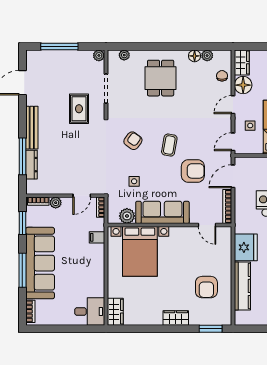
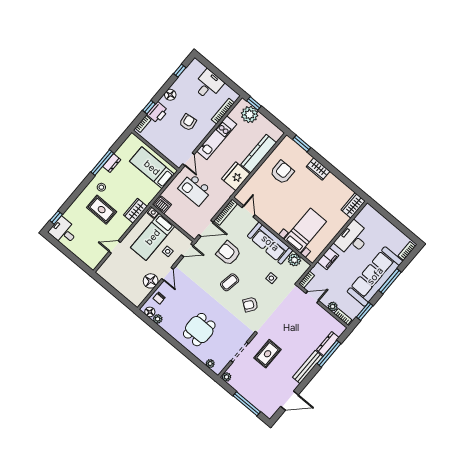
floor lamp: (195, 56) -> (150, 312), moved
wardrobe: (242, 63) -> (139, 296), removed
door: (233, 105) -> (167, 274), hinge flipped
filing cabinet: (97, 237) -> (328, 259), width x2.00
bed with nightstands: (140, 251) -> (305, 230), width x0.73
desk: (90, 311) -> (353, 239), moved, width x1.37

